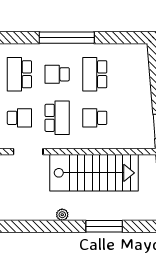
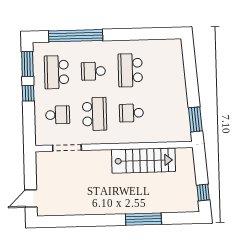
window: (67, 38) -> (76, 36), moved
stairs: (94, 173) -> (143, 161), width x0.73, depth x0.66
plant: (62, 215) -> (102, 209), removed

